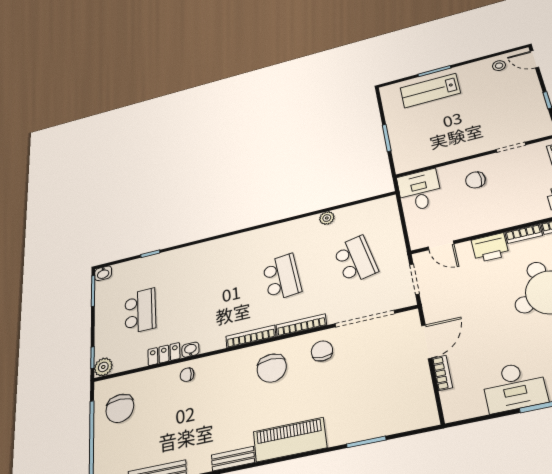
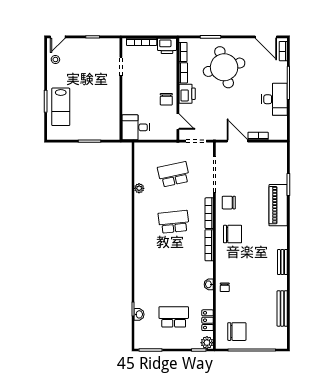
chair: (475, 180) -> (166, 99), moved
door: (441, 245) -> (178, 122), hinge flipped
washbasin: (103, 273) -> (139, 314), moved
locker: (164, 354) -> (208, 320), moved
piano: (290, 440) -> (278, 205), moved

